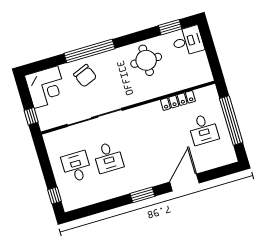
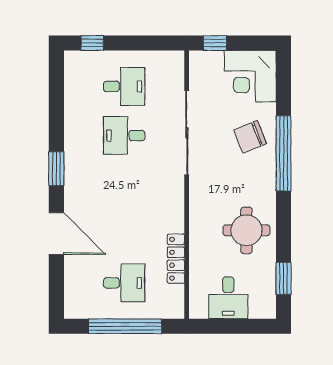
desk: (188, 41) -> (228, 298), moved
desk: (203, 129) -> (124, 283), turned 180

